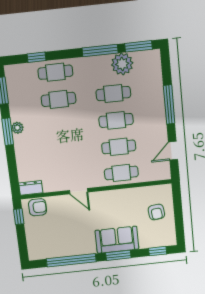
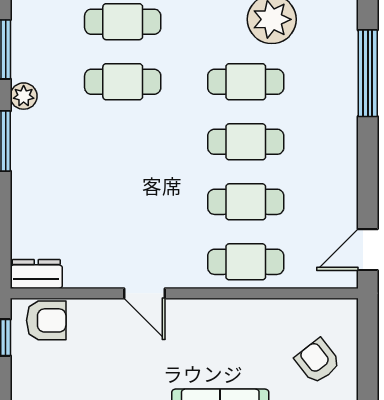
window: (169, 105) -> (368, 73), moved
plant: (17, 128) -> (24, 96), moved
door: (173, 151) -> (368, 250), moved
armchair: (156, 212) -> (318, 361), turned 149

